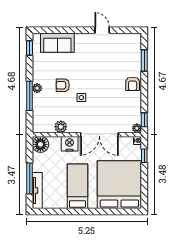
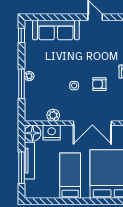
sofa: (57, 43) -> (56, 30), width x1.36
armchair: (63, 85) -> (99, 84), moved
nightstand: (70, 144) -> (52, 132), moved
tv unit: (37, 190) -> (29, 161), moved

